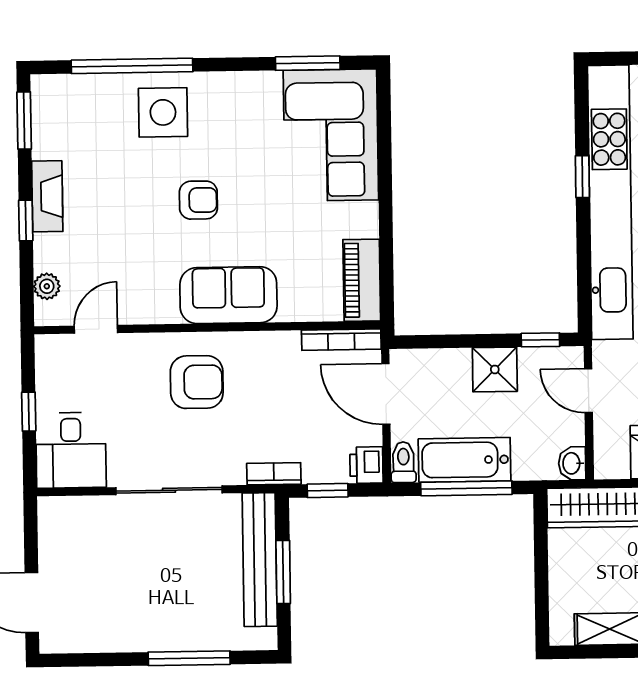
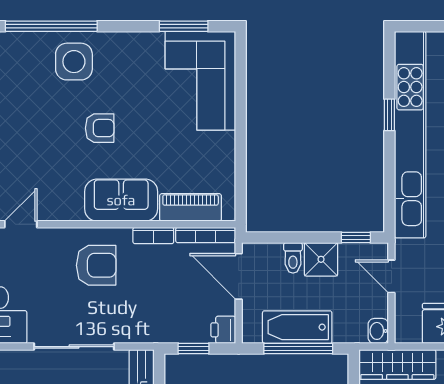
piano: (362, 280) -> (191, 207), moved, turned 90
toilet: (403, 462) -> (293, 258), moved, turned 180
bookcase: (274, 474) -> (153, 235), moved, turned 180

